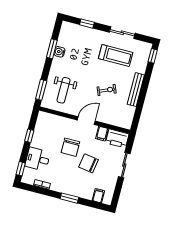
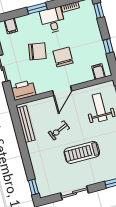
treadmill: (116, 55) -> (82, 152), moved
bench: (136, 90) -> (26, 124), moved
filing cabinet: (102, 134) -> (98, 72), moved
desk: (38, 159) -> (53, 20), moved, turned -90

